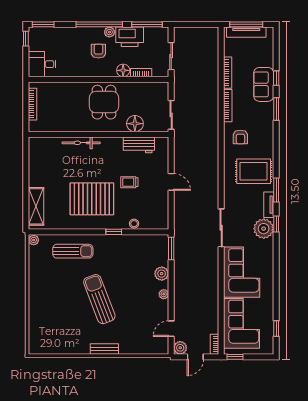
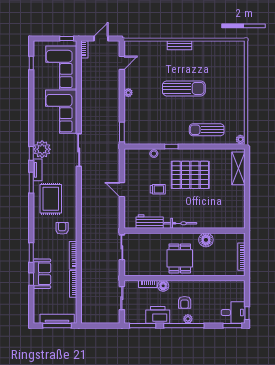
plant: (109, 32) -> (188, 319), moved
desk: (42, 64) -> (233, 312), moved
floor lamp: (135, 124) -> (206, 240), moved
bicycle: (81, 143) -> (180, 223), moved
rug: (254, 171) -> (51, 199), turned 90
plant: (162, 274) -> (130, 110), removed
sun lounger: (99, 299) -> (184, 88), turned -69
plant: (180, 348) -> (114, 46), removed

